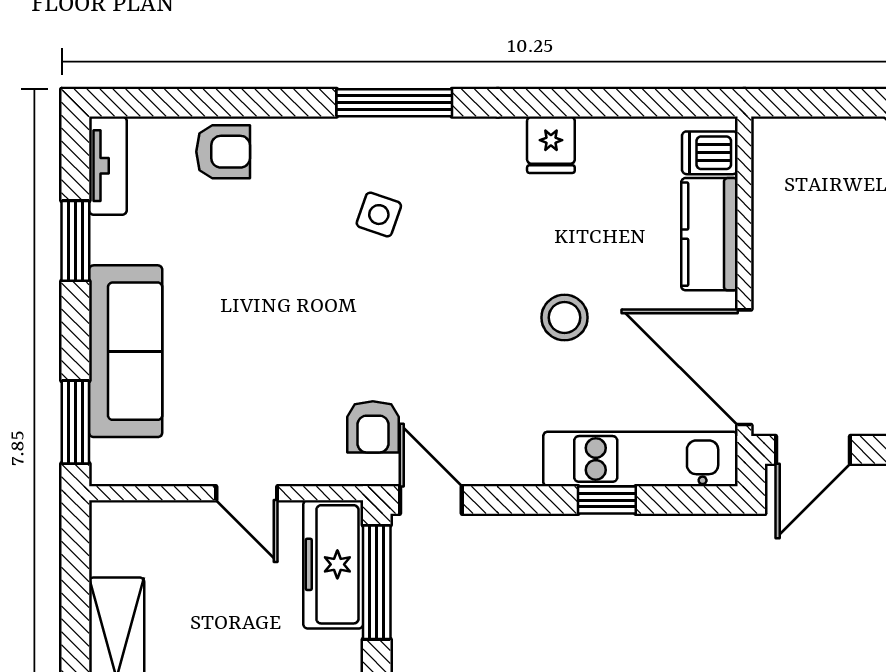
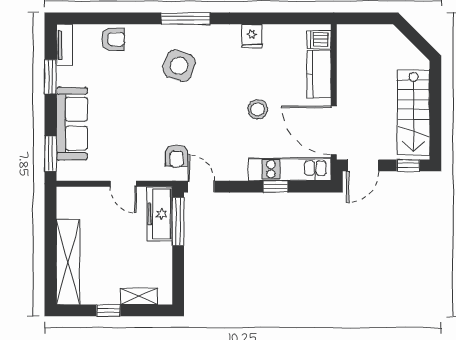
side table: (379, 215) -> (179, 66), width x1.87, depth x1.87

